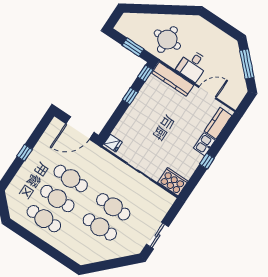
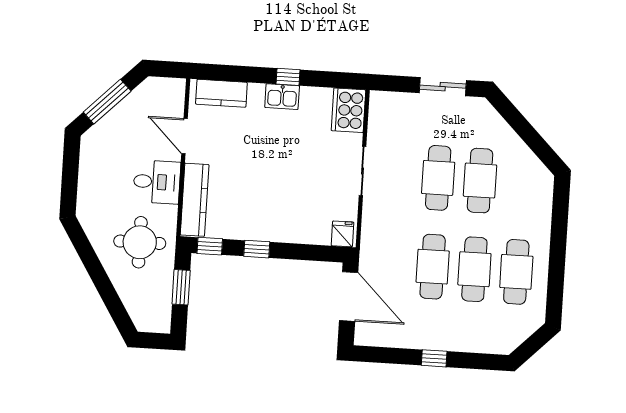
kitchen sink: (204, 144) -> (282, 97), moved

